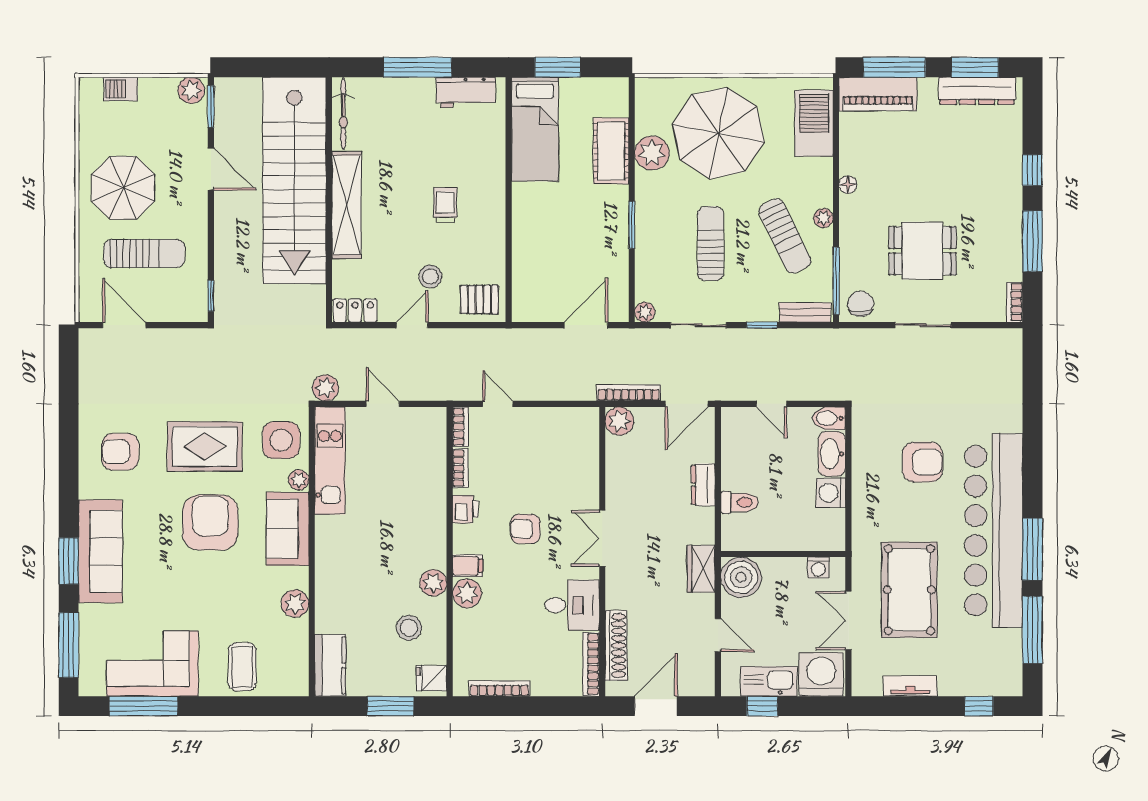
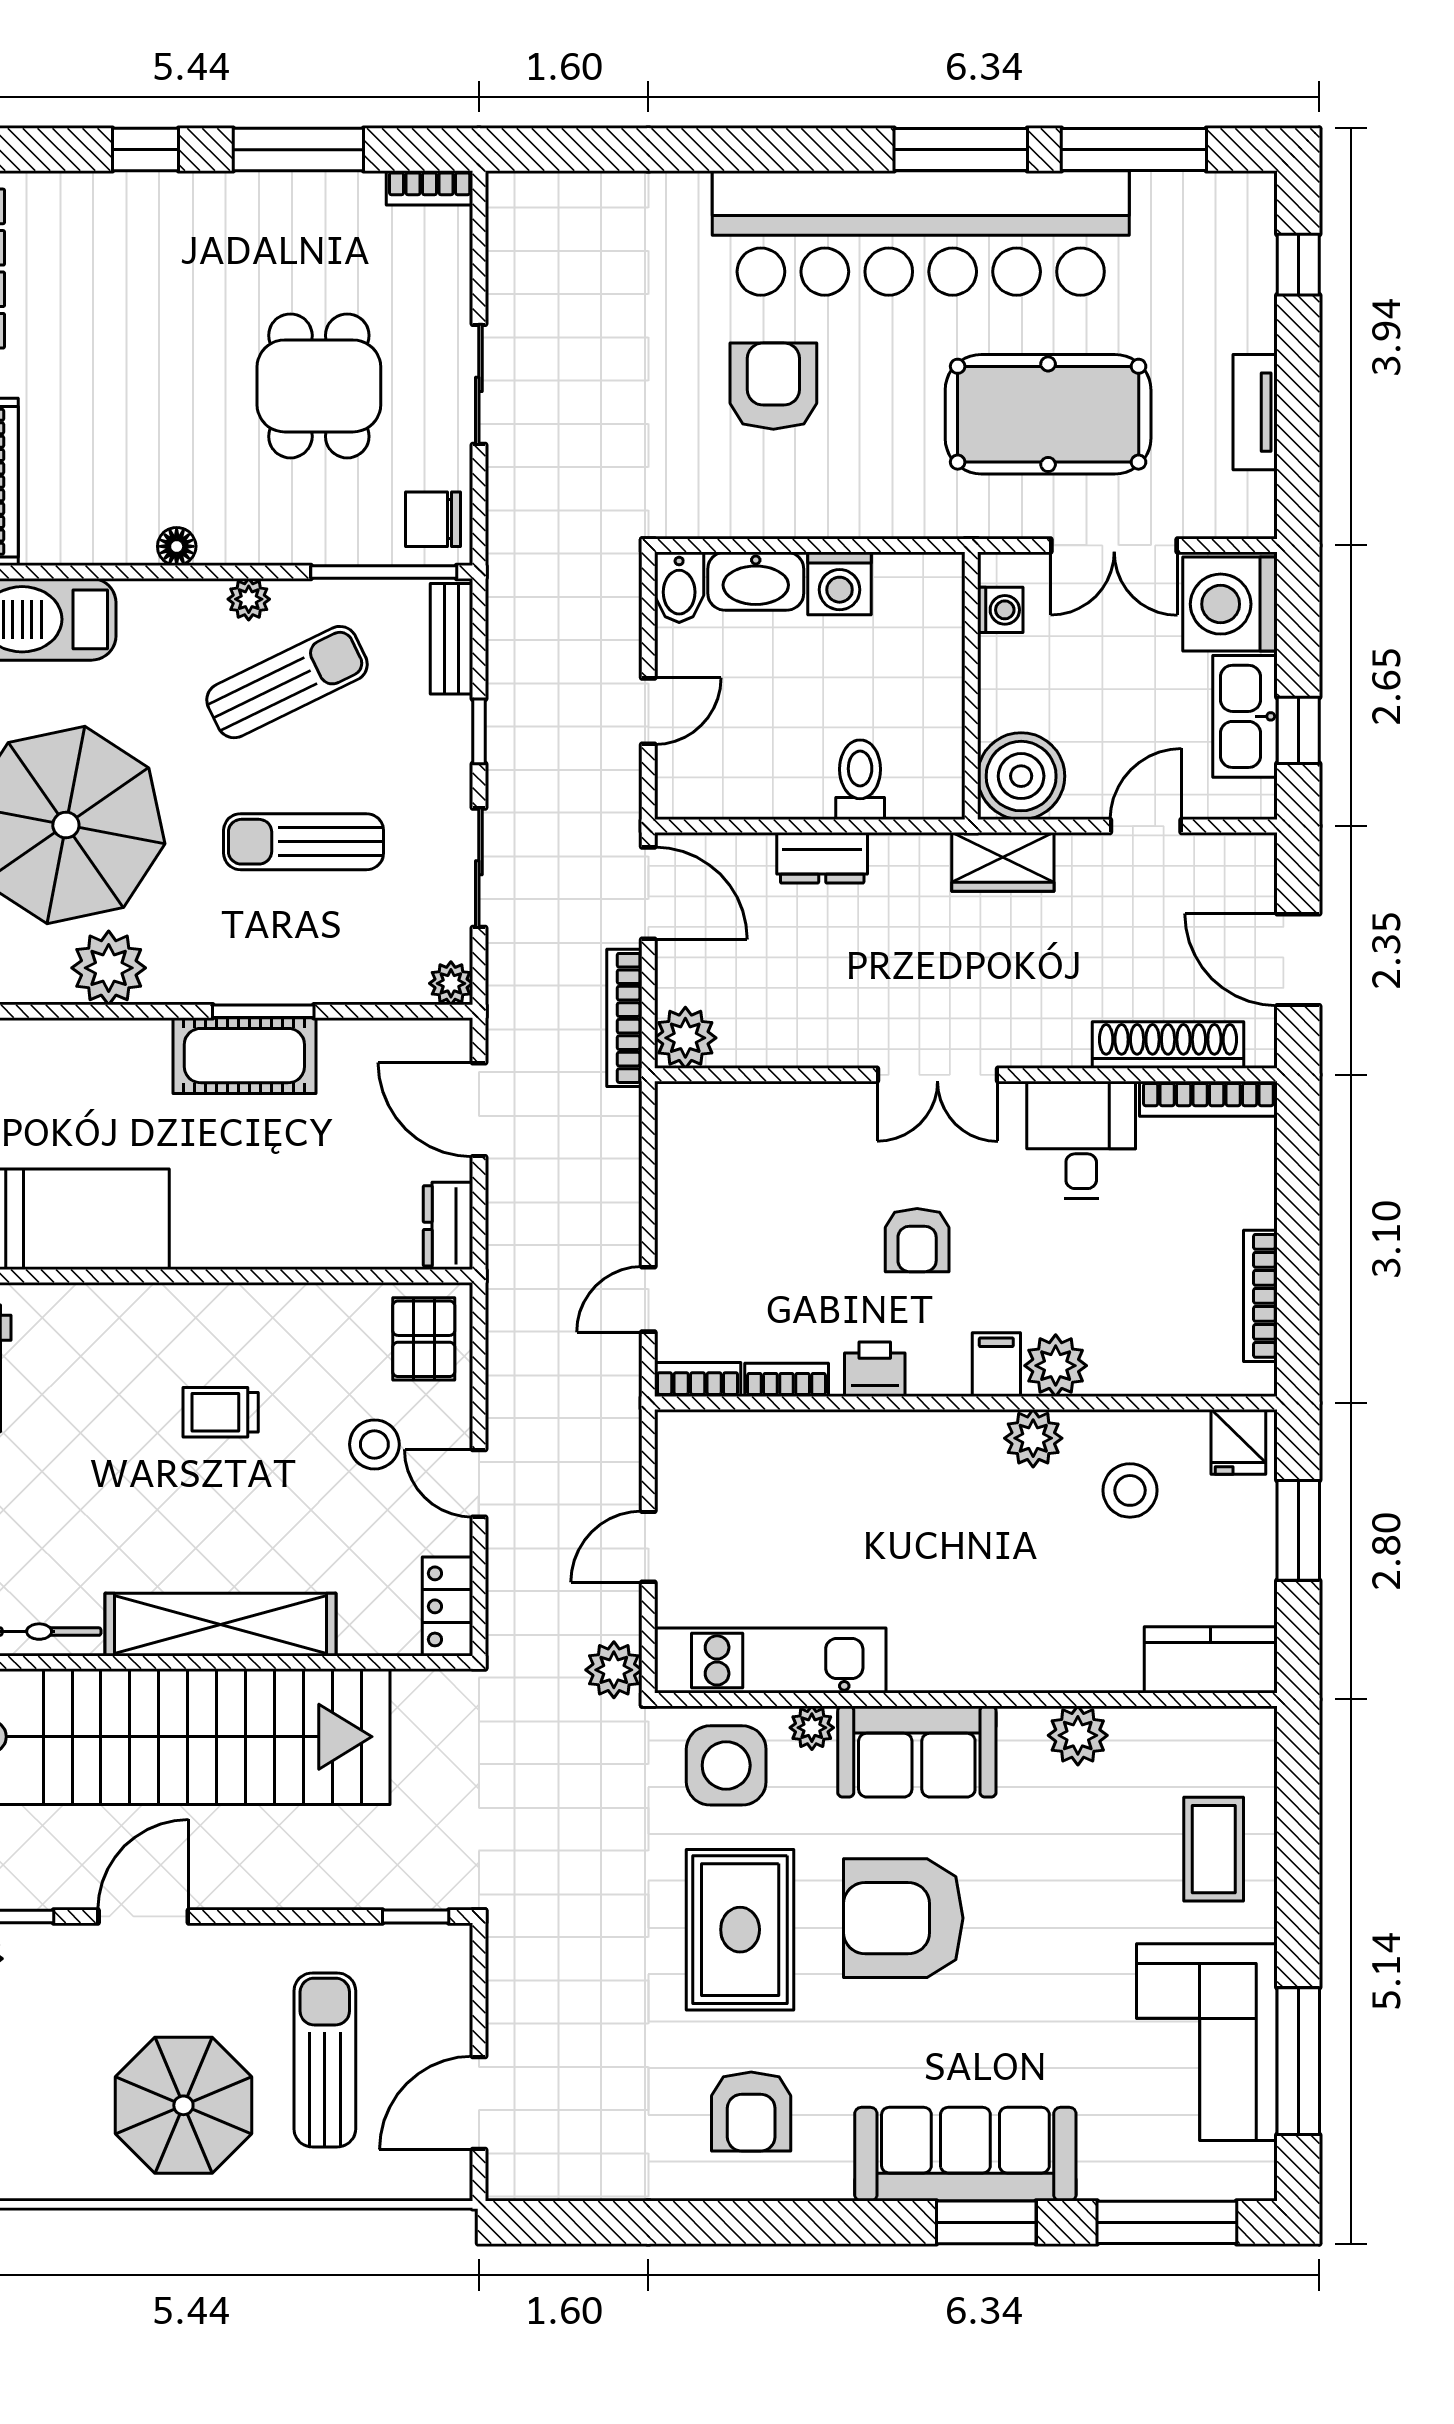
cot: (611, 151) -> (244, 1056), moved
dresser: (532, 311) -> (448, 1226), added
coffee table: (242, 667) -> (1214, 1849), turned 90

